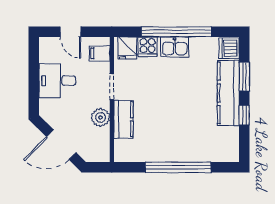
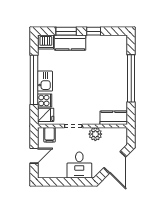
desk: (57, 81) -> (79, 165), moved
kitchen counter: (228, 93) -> (70, 43), width x0.67
kitchen counter: (123, 119) -> (114, 118), moved

